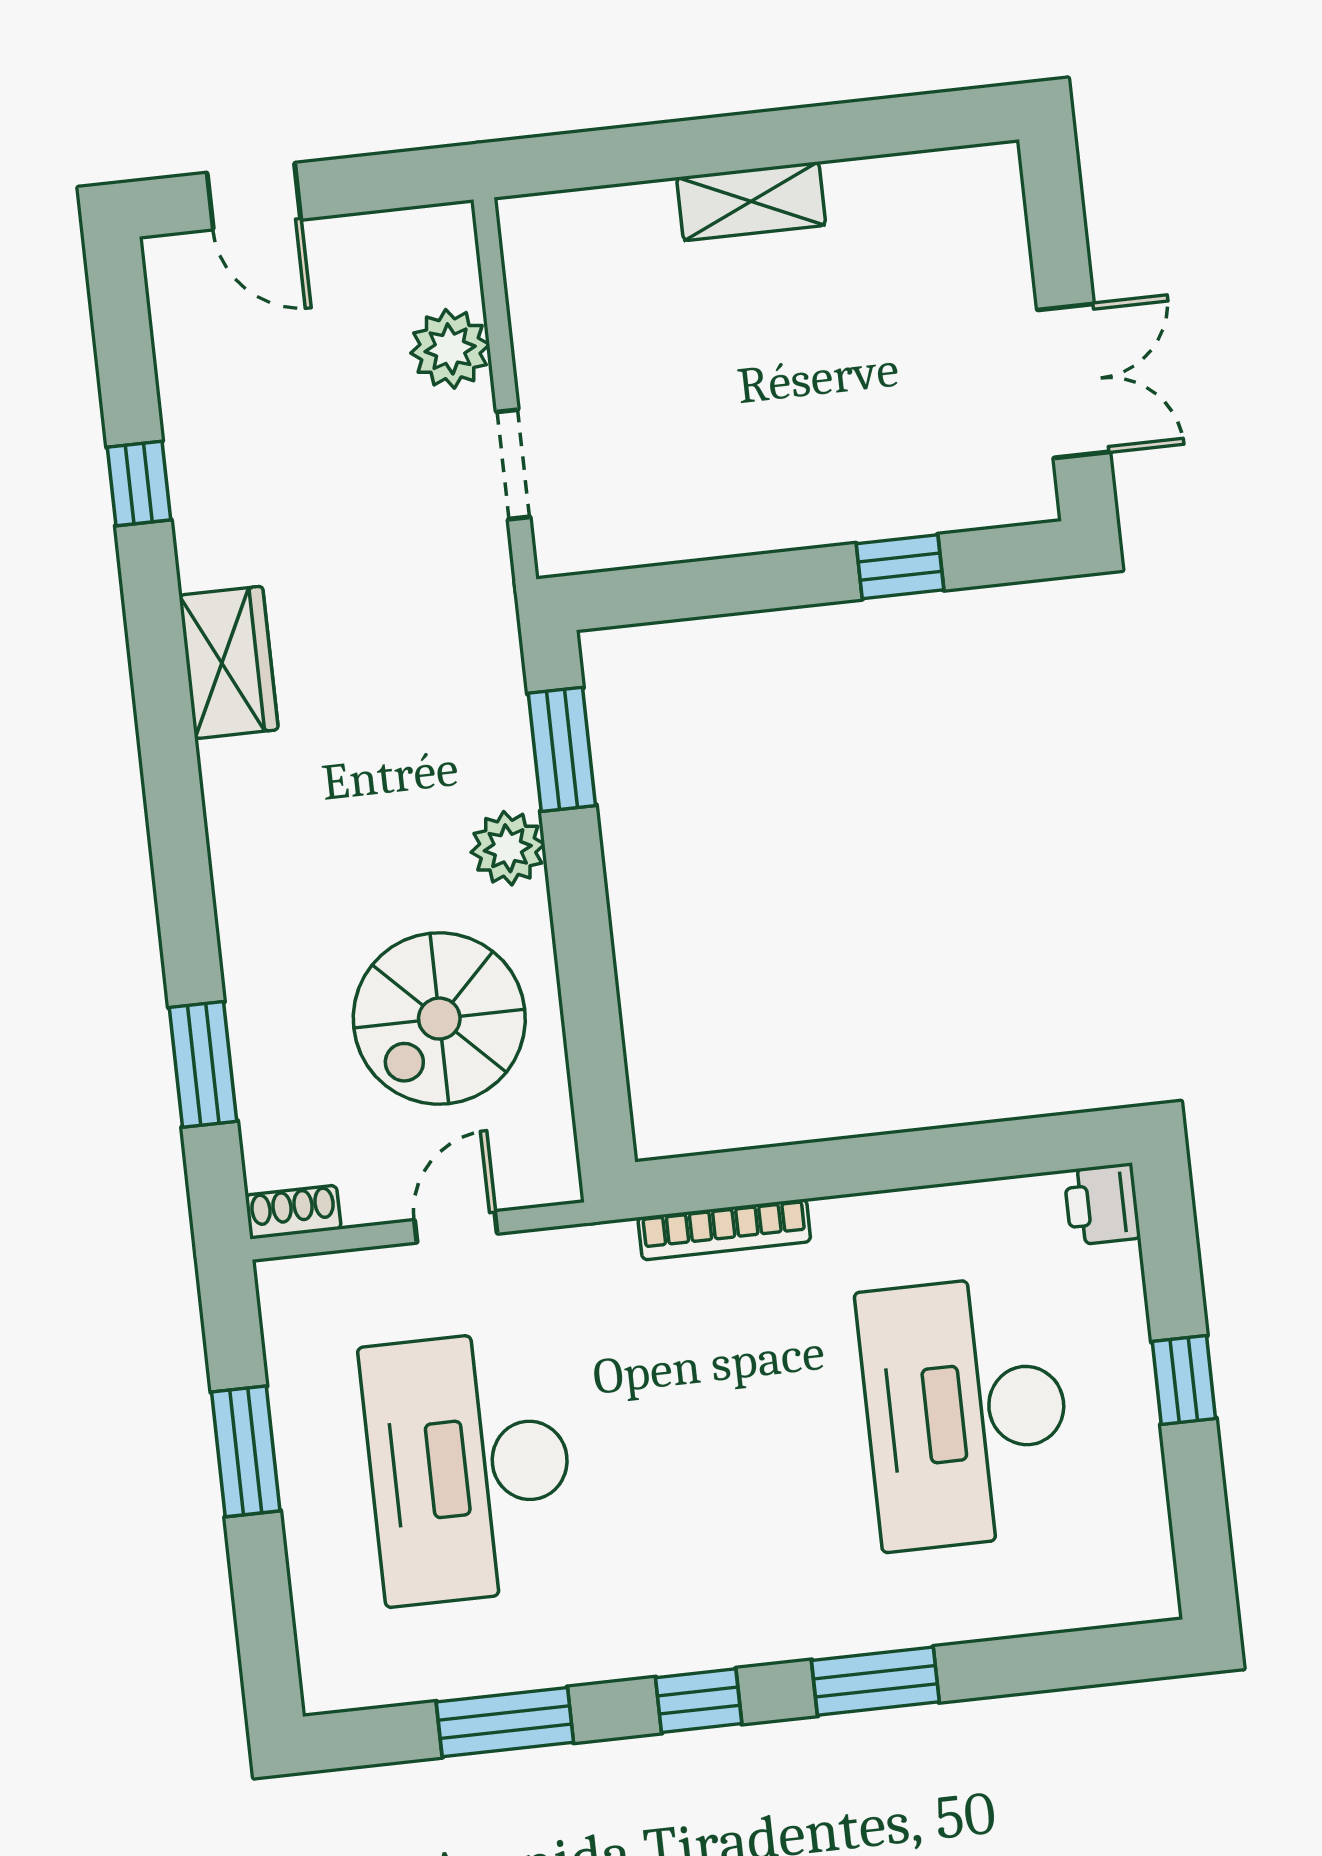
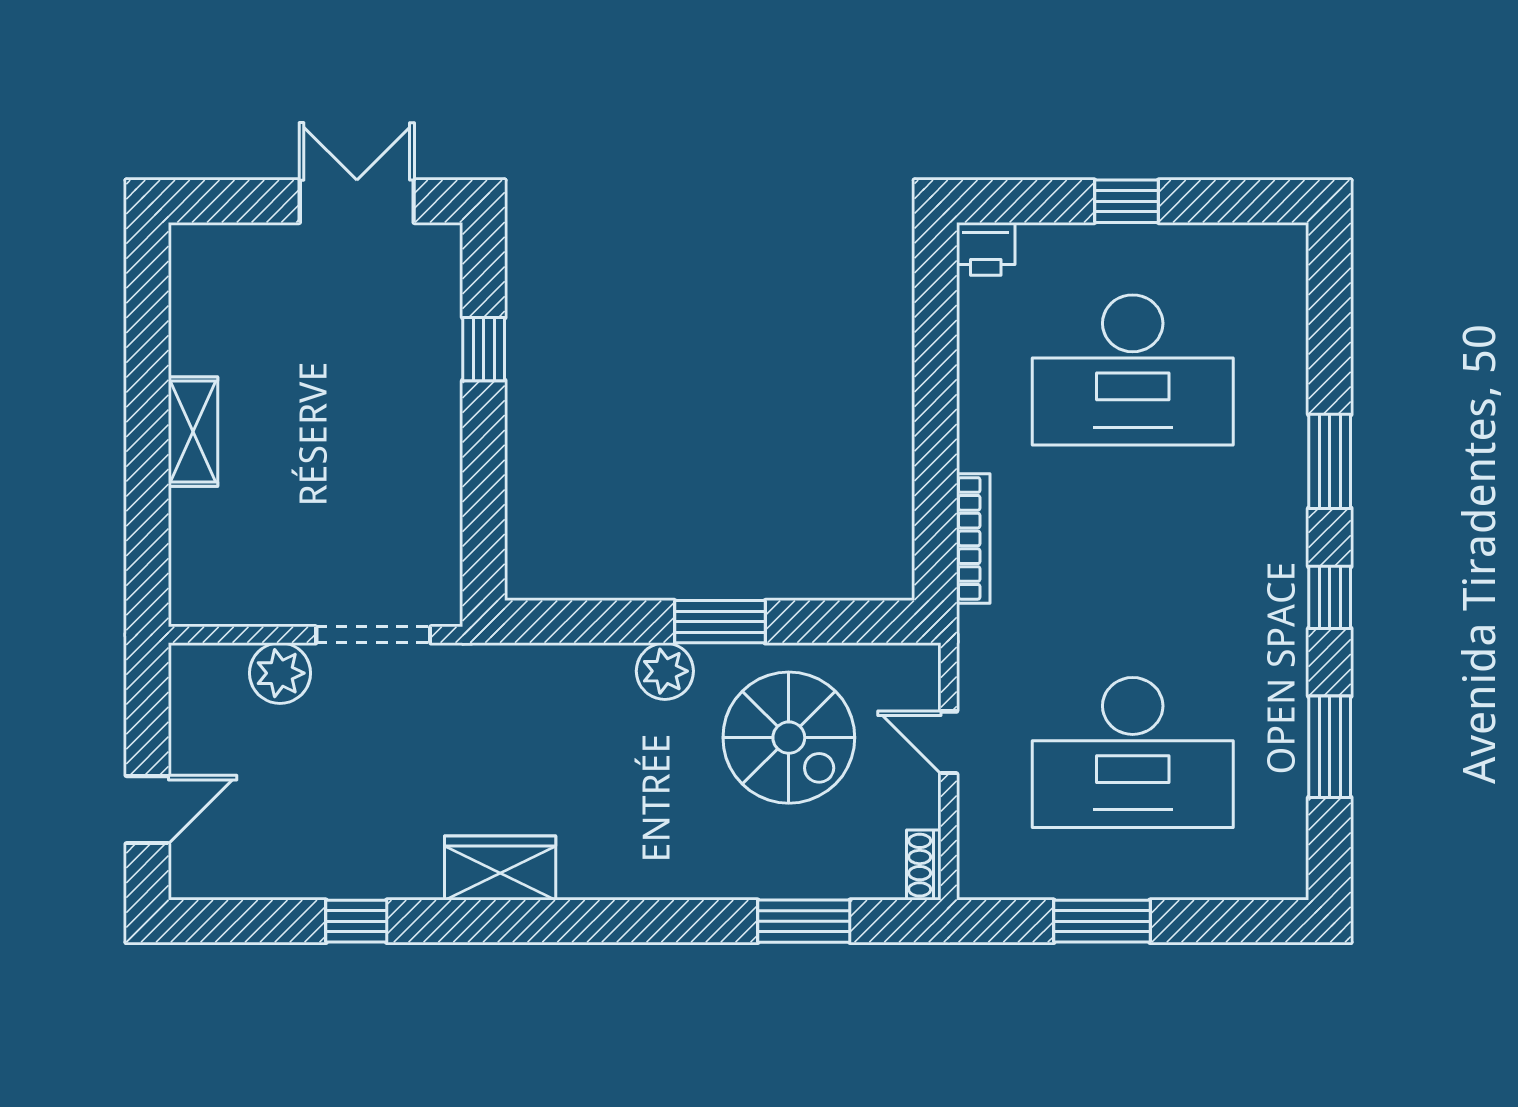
doorway: (513, 464) -> (373, 635), width x1.38
window: (562, 749) -> (720, 622), moved

